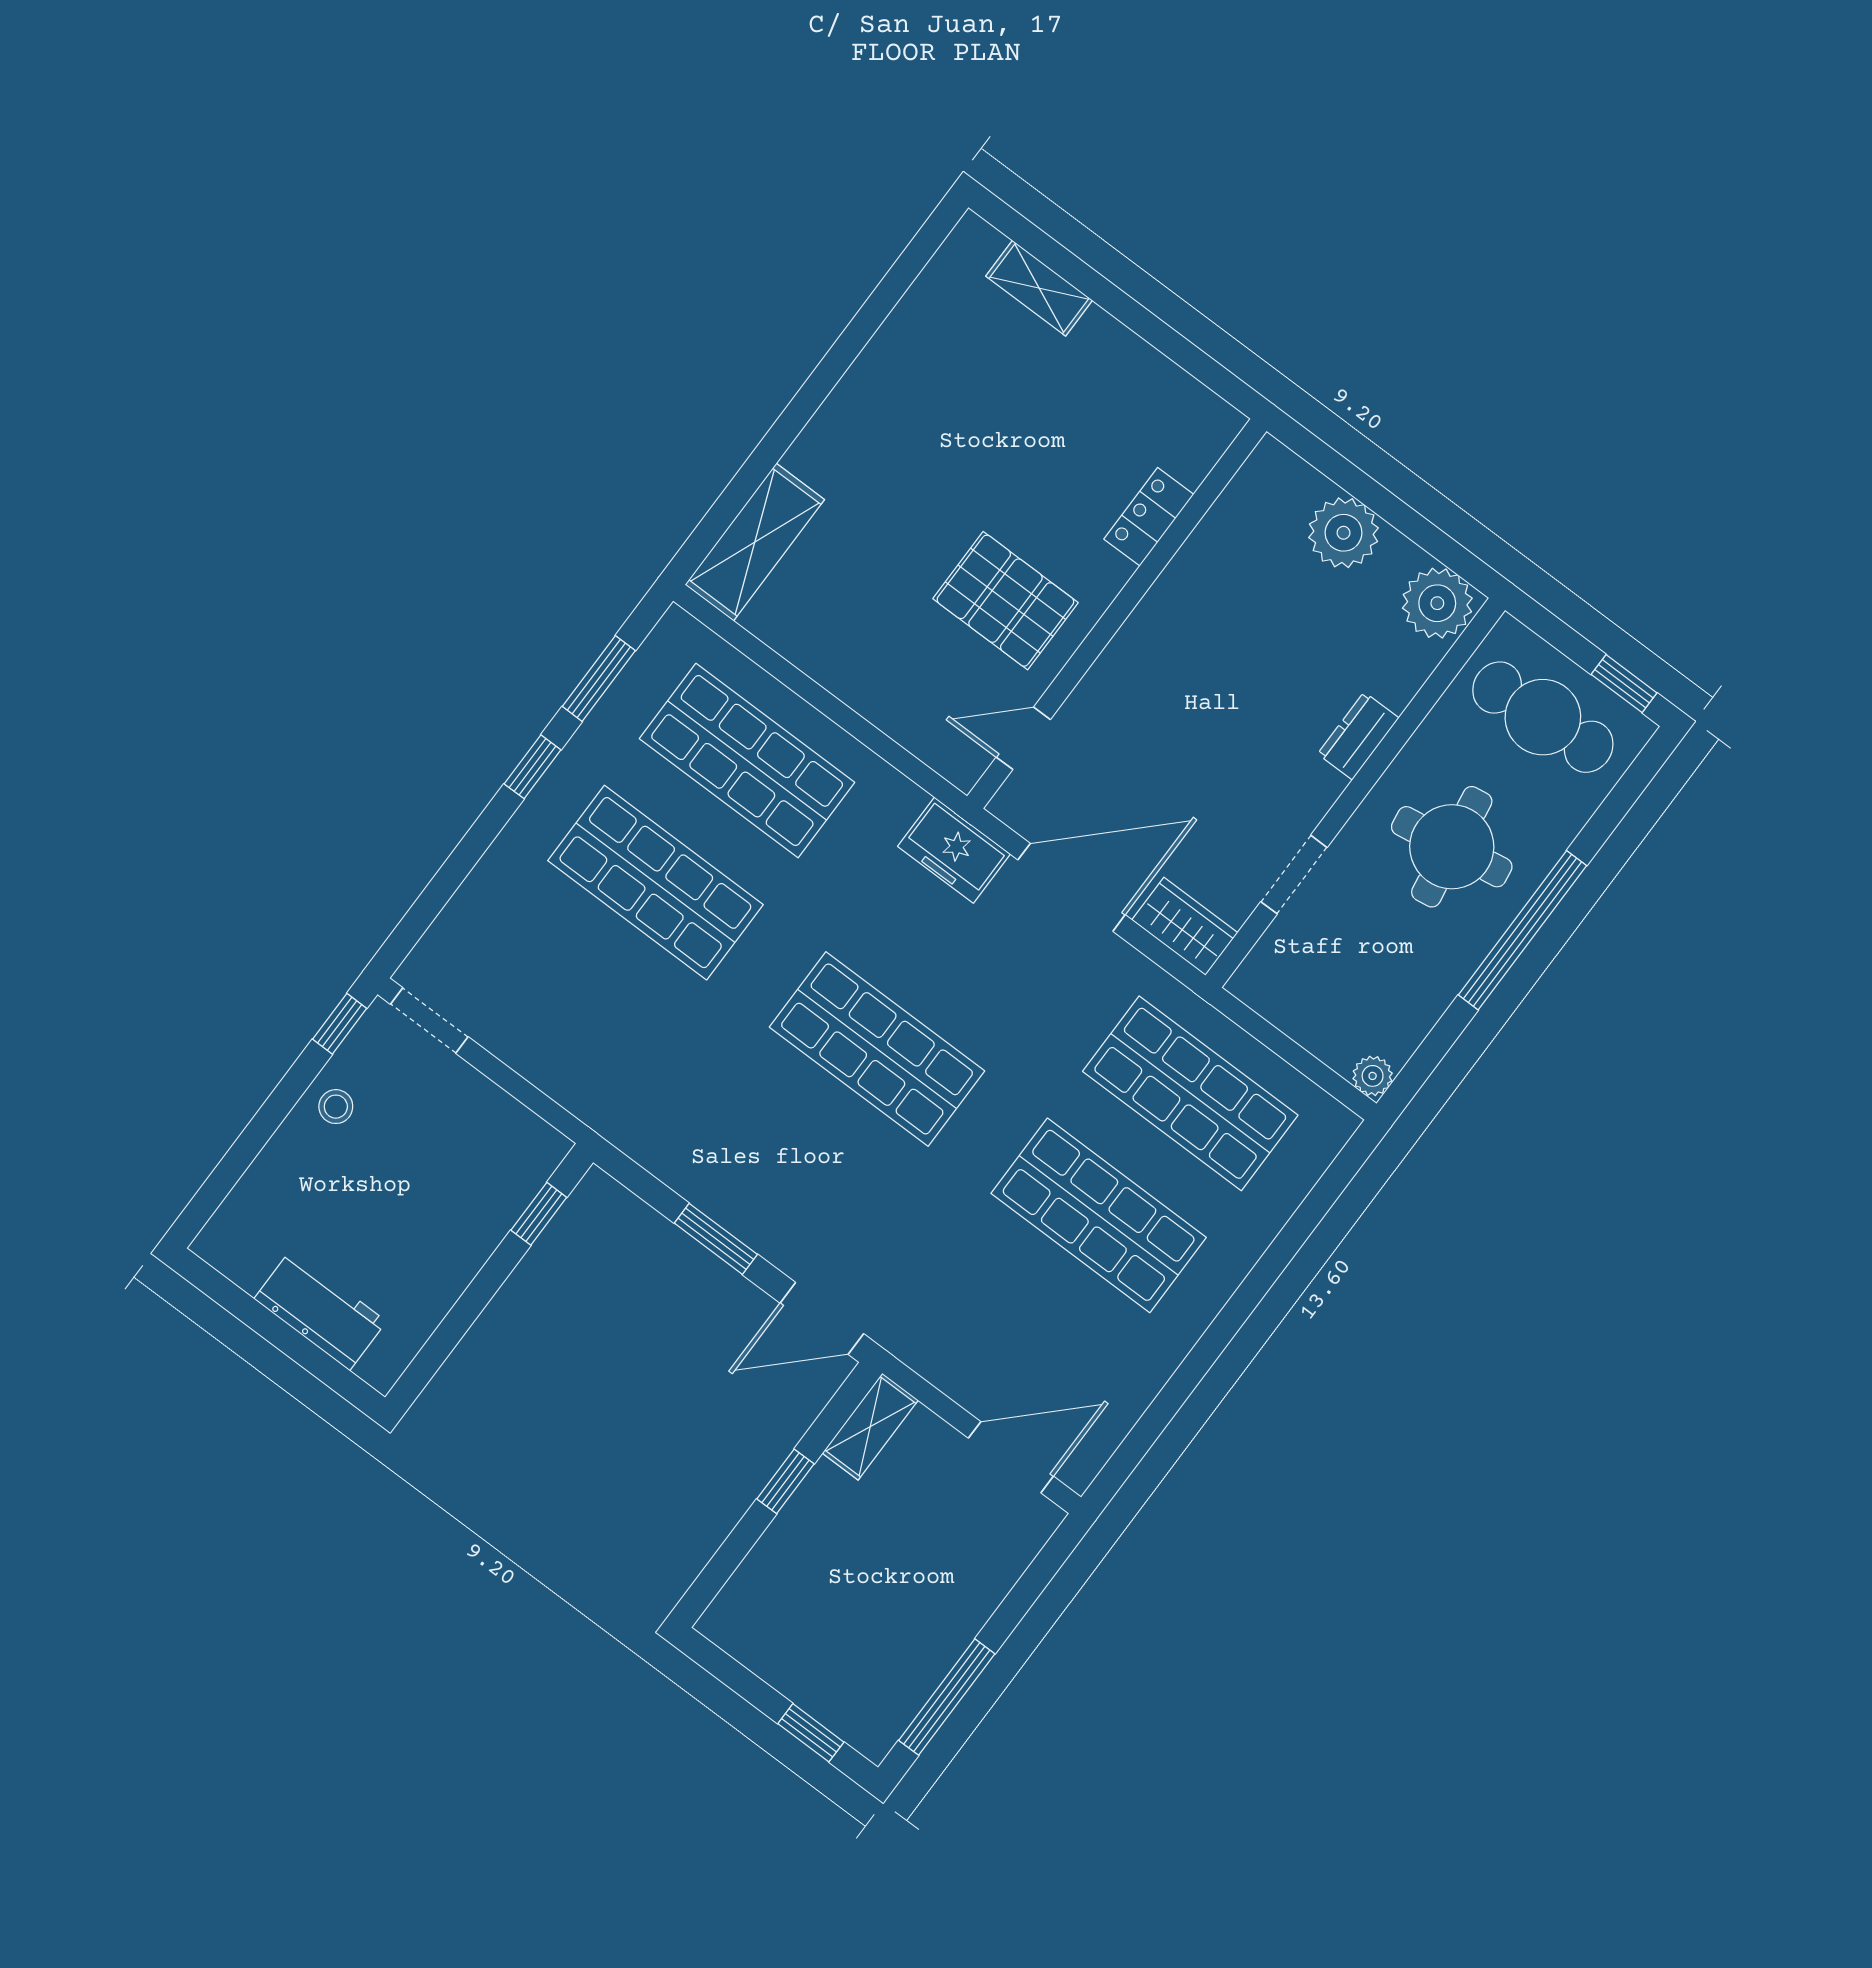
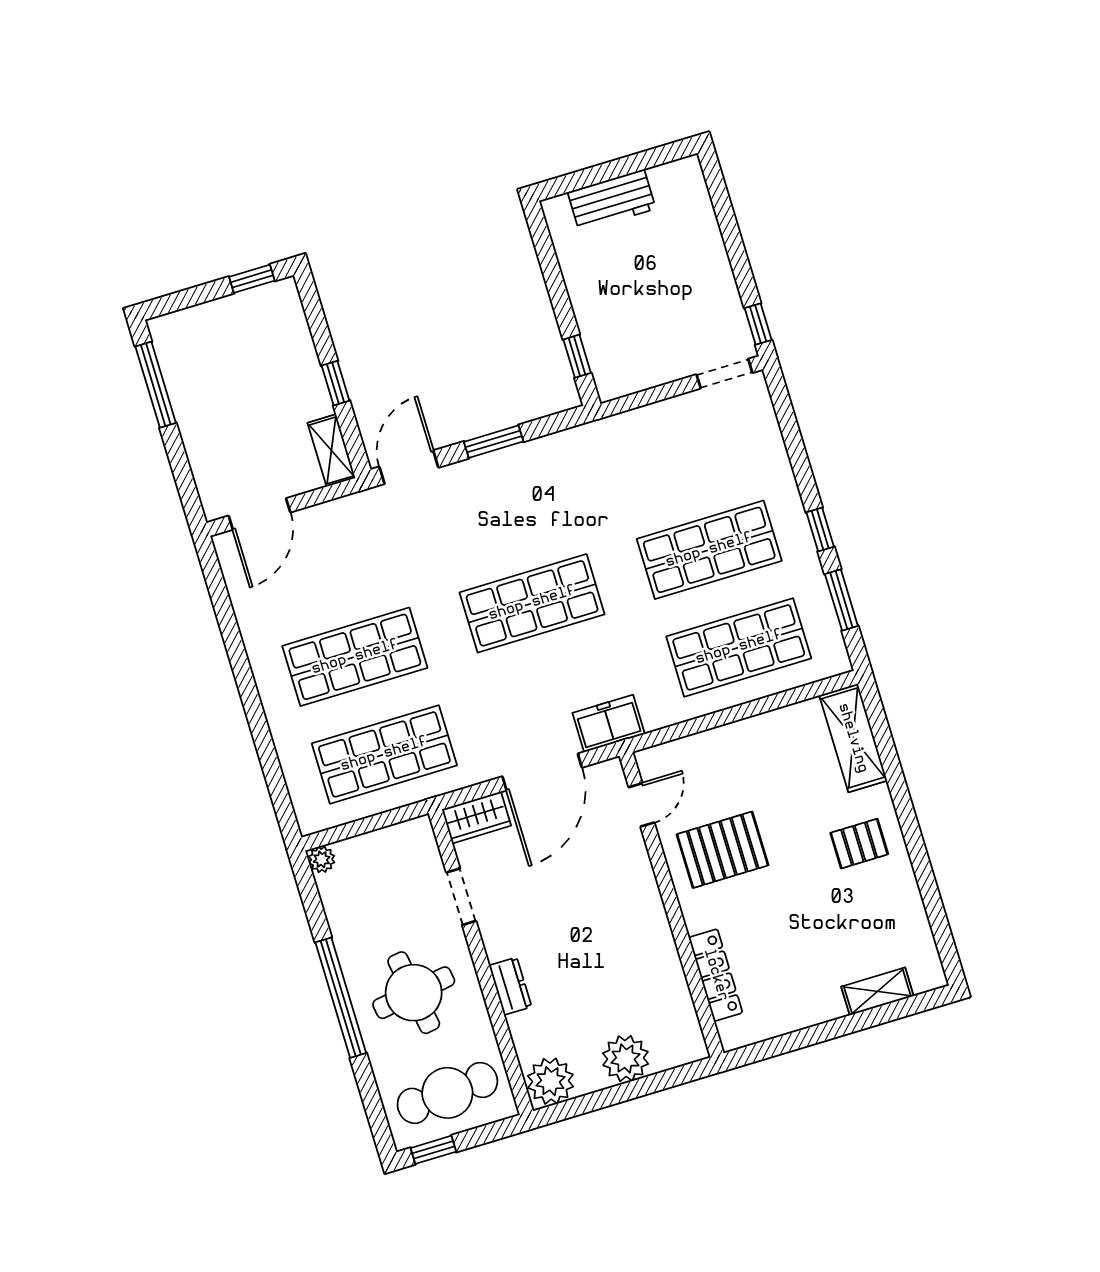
pallet: (877, 441) -> (859, 844), added
locker: (1149, 517) -> (716, 975), width x1.53
stool: (336, 1107) -> (715, 289), removed
window: (811, 1733) -> (252, 279), moved

